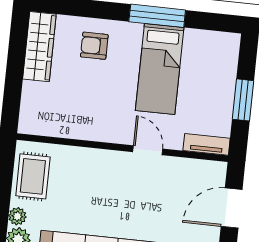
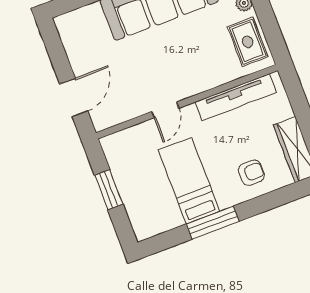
tv unit: (207, 144) -> (236, 97), moved, width x1.92, depth x1.29
door: (148, 150) -> (165, 110), hinge flipped

